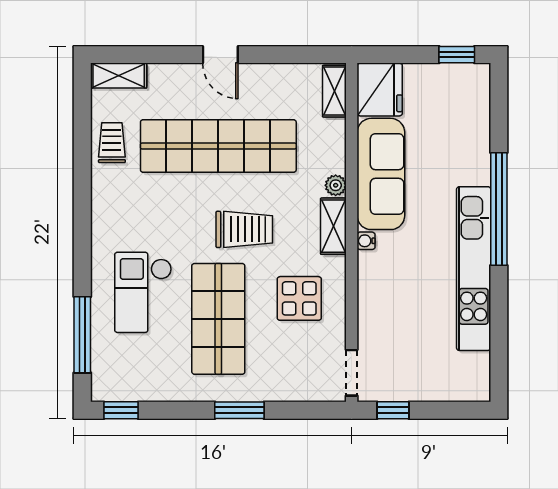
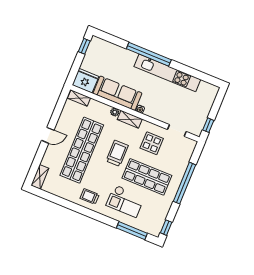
trolley: (112, 143) -> (90, 196), moved
doorway: (352, 373) -> (177, 130), moved
window: (239, 410) -> (184, 183), width x2.11

